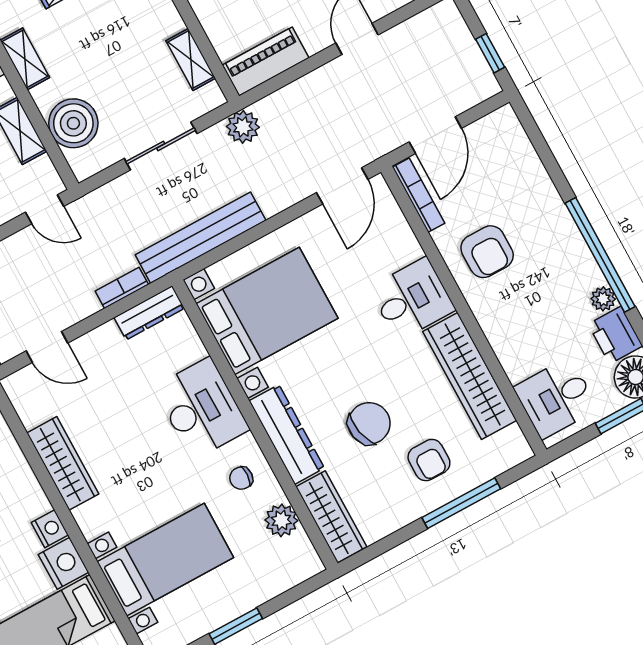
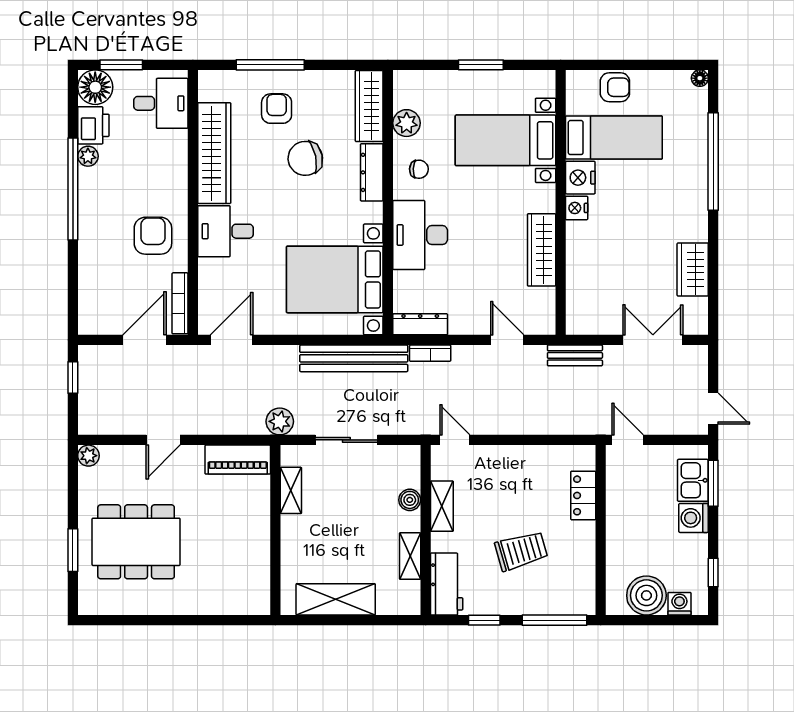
boiler: (73, 123) -> (410, 500), width x0.54, depth x0.54
dresser: (287, 434) -> (372, 172), width x0.73, depth x0.80

